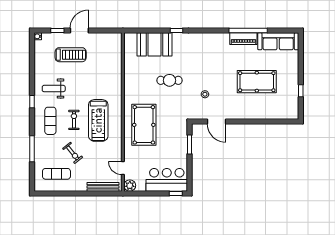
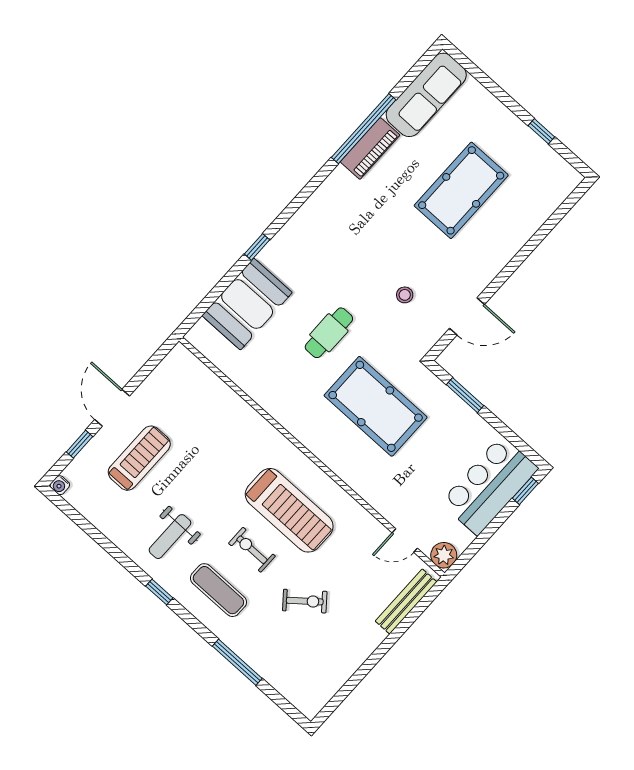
pool table: (144, 125) -> (376, 406), moved
exercise mat: (56, 174) -> (315, 659), removed

